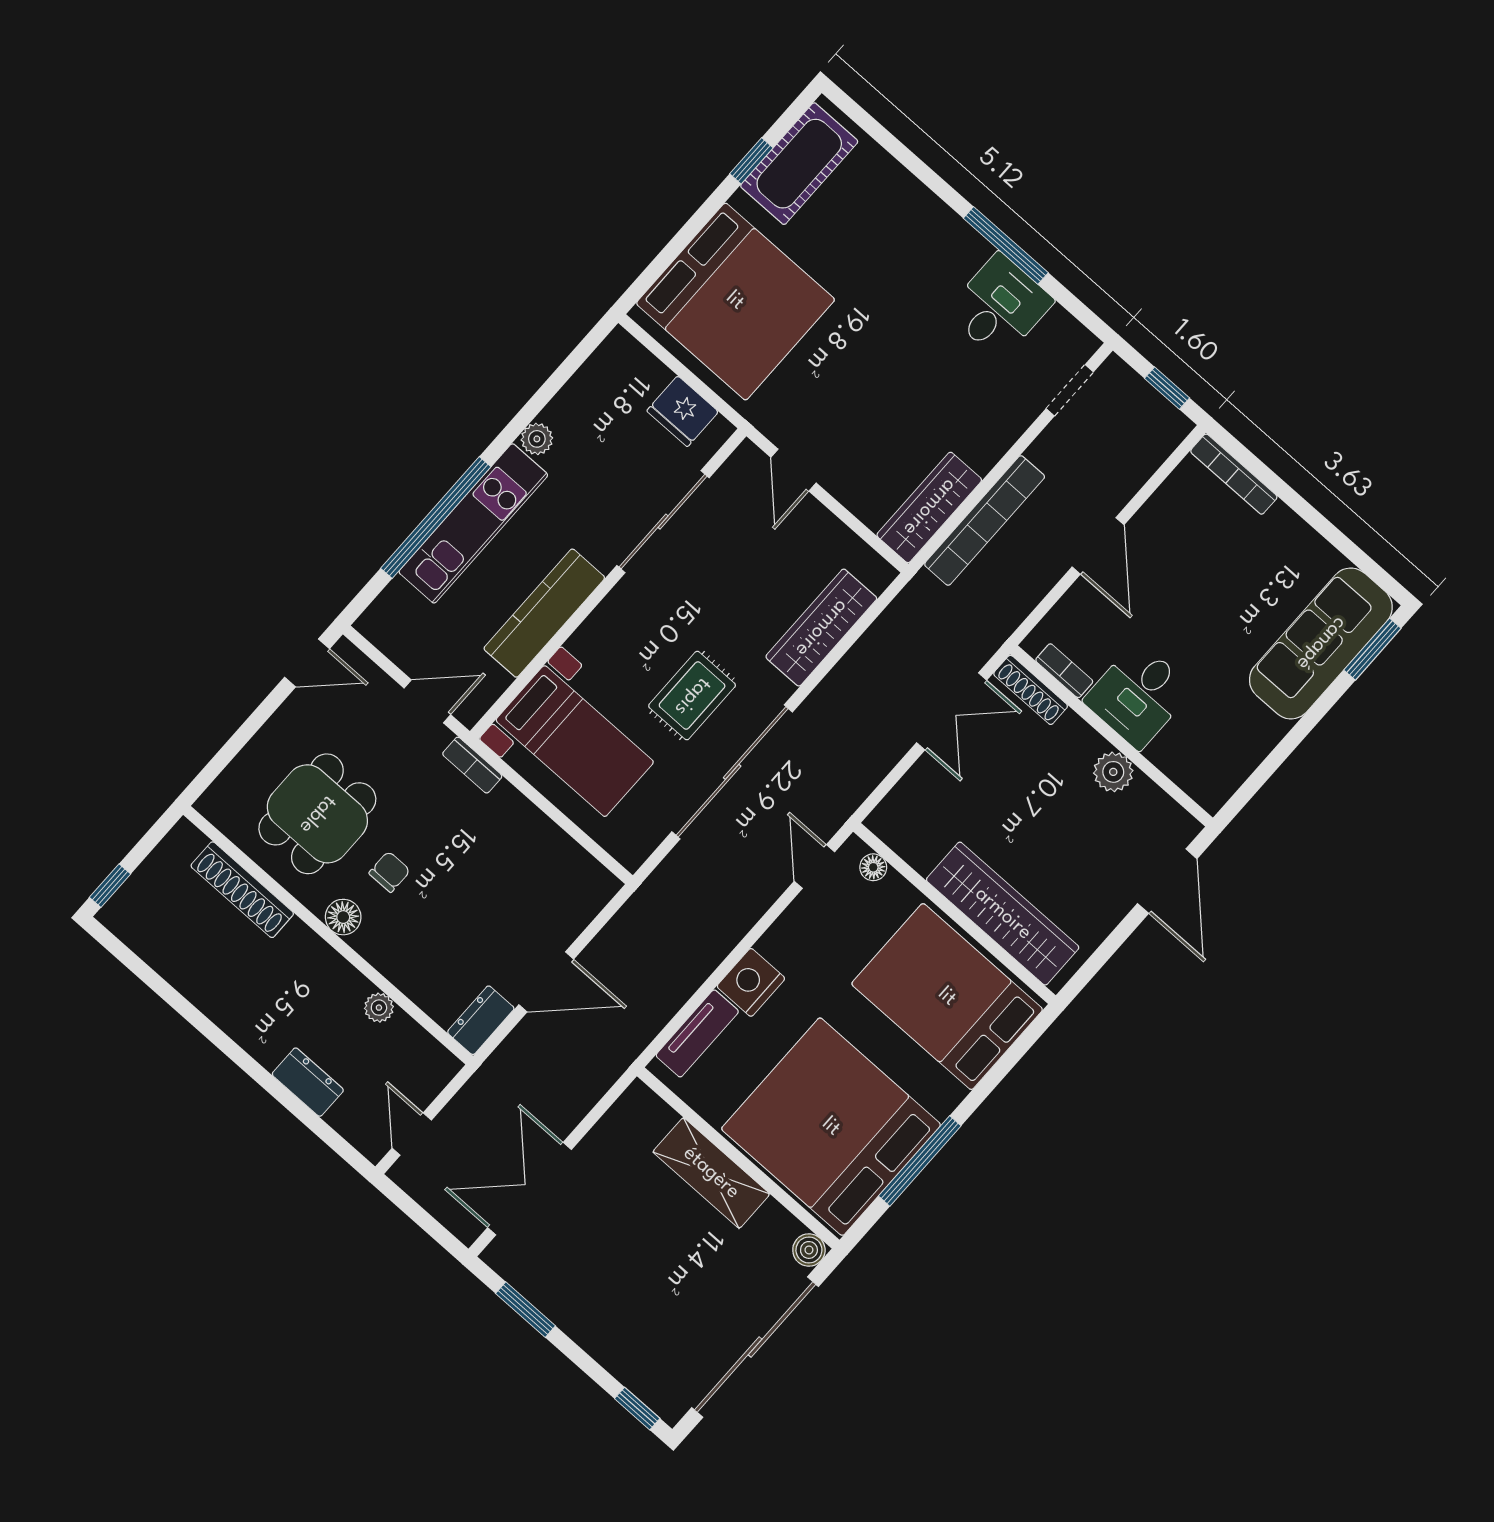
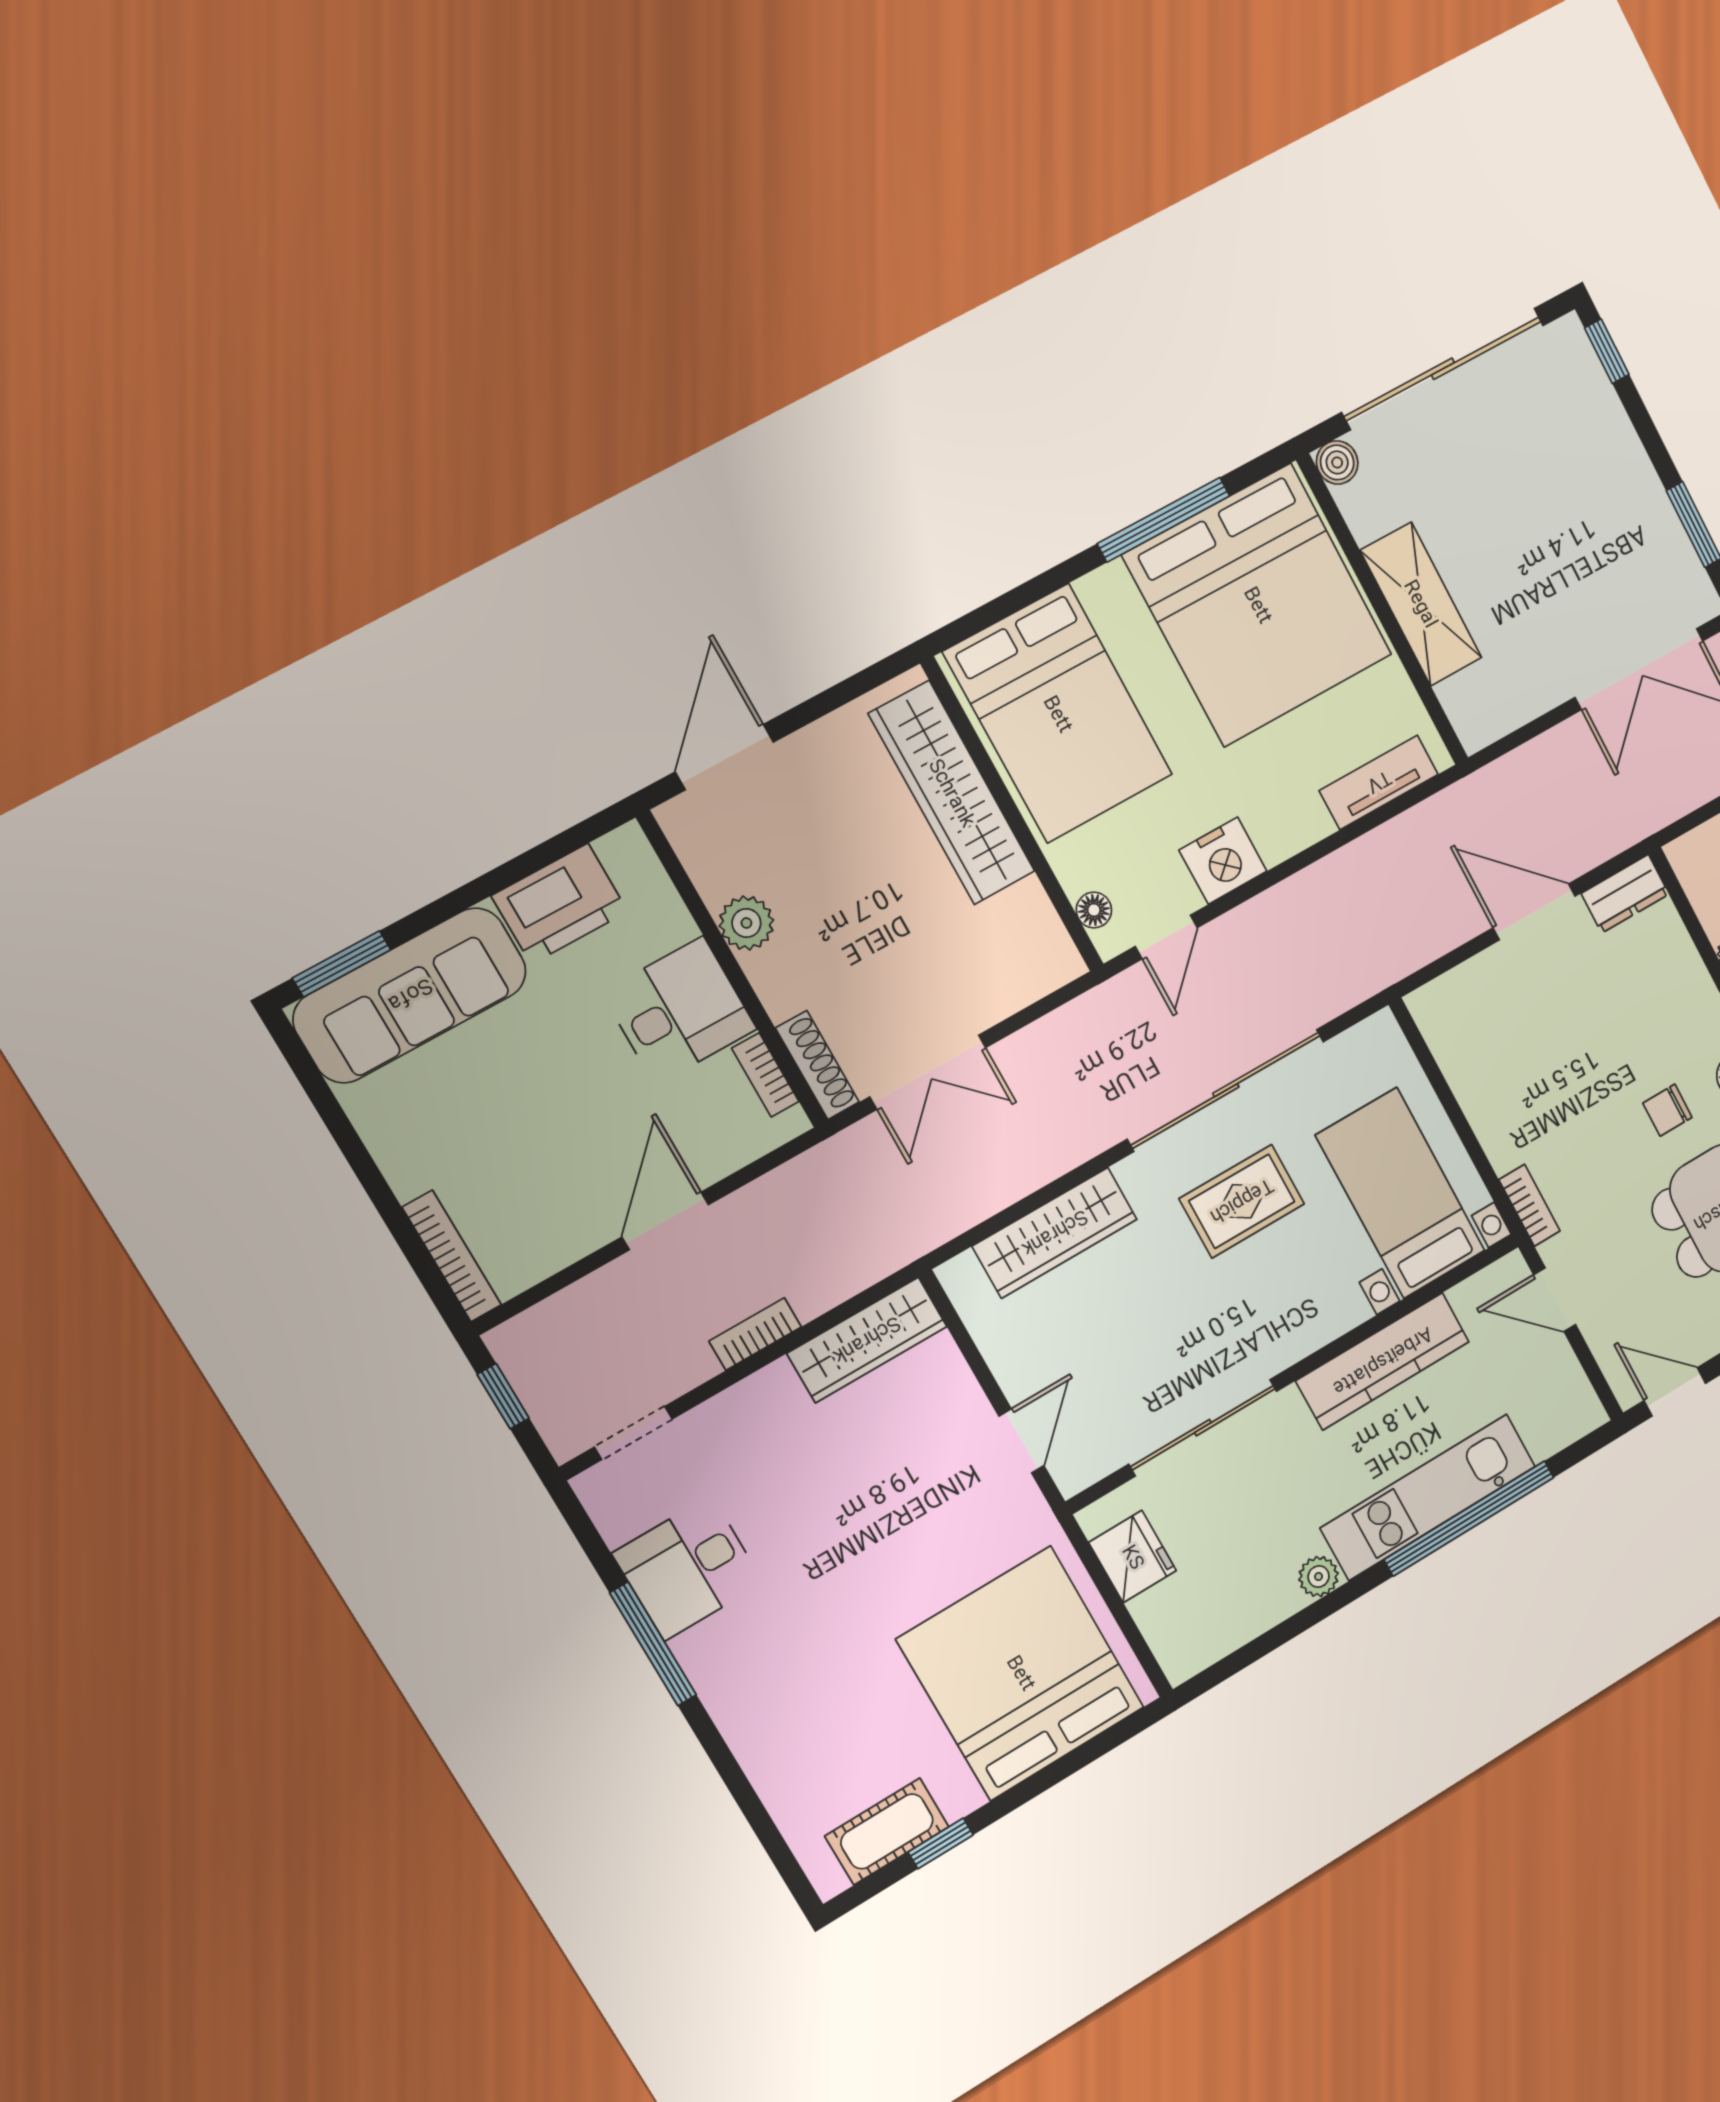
cot: (799, 164) -> (887, 1831), width x0.73, depth x0.75
bookcase: (985, 520) -> (755, 1334), width x0.43, depth x0.76
double door: (952, 711) -> (928, 1072), swing flipped
printer: (1243, 741) -> (560, 904), added
nightstand: (751, 982) -> (1223, 861), moved

